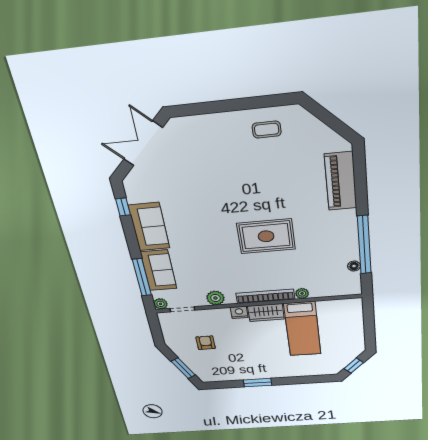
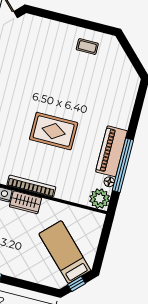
piano: (341, 181) -> (112, 151), moved
plant: (302, 293) -> (100, 199), moved, width x1.87, depth x1.87
bed: (302, 329) -> (65, 252), moved, turned 135

